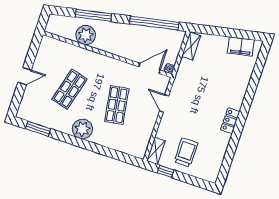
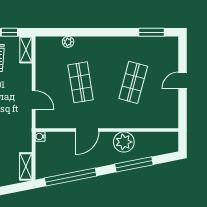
plant: (86, 35) -> (124, 142), moved
door: (149, 68) -> (87, 130), moved
plant: (82, 129) -> (68, 42), moved, width x0.53, depth x0.53

